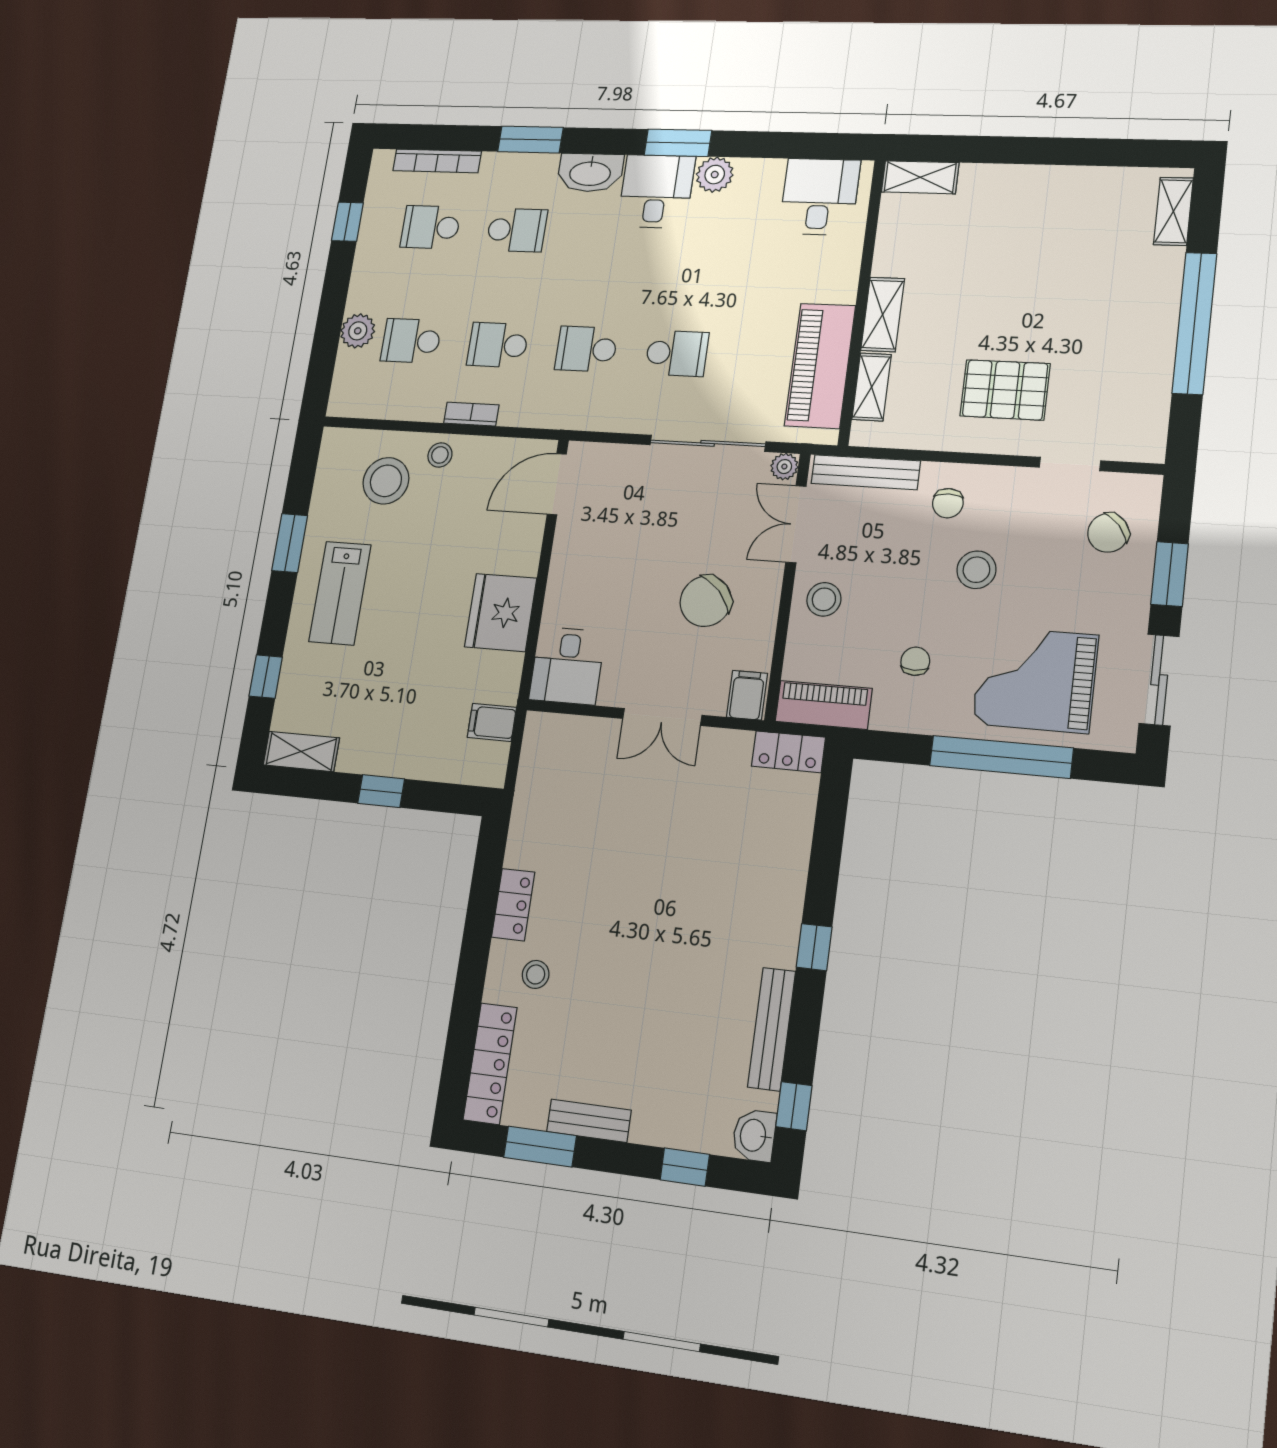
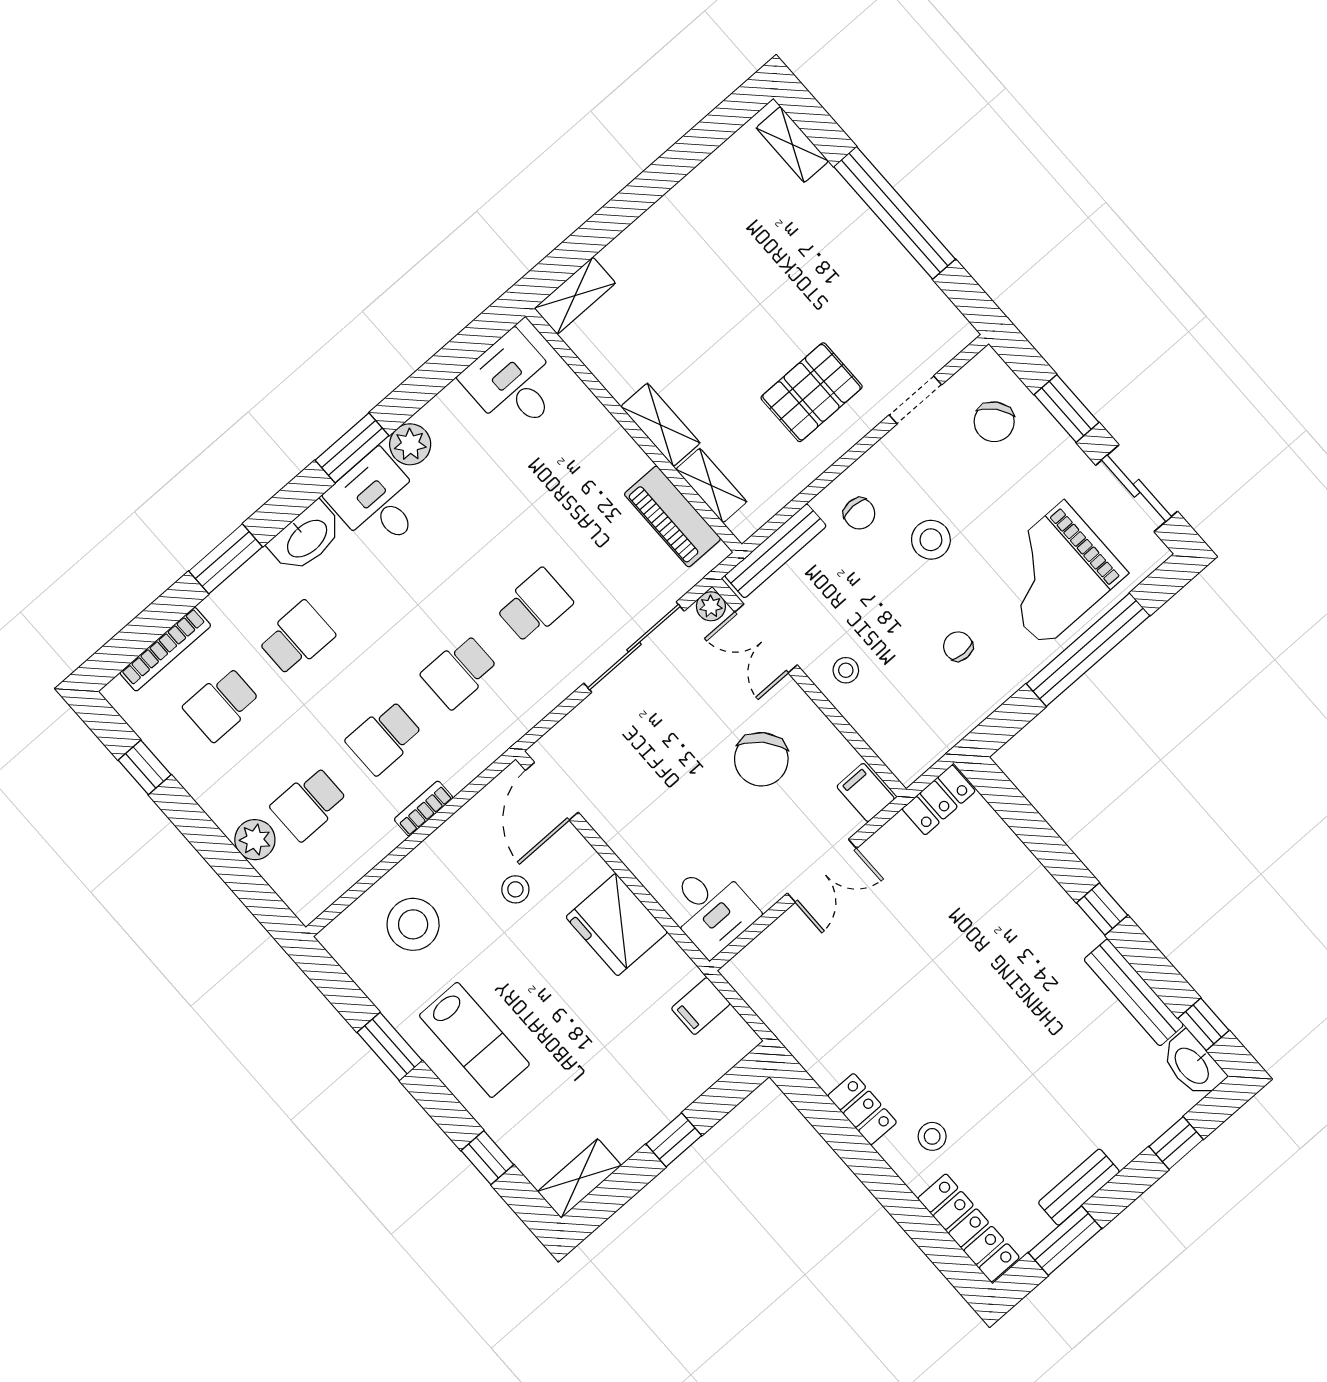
piano: (820, 366) -> (672, 516), width x0.73, depth x0.75
stool: (440, 455) -> (515, 889), moved
stool: (824, 599) -> (846, 670), width x0.73, depth x0.73
piano: (824, 705) -> (928, 743), removed
washbasin: (754, 1135) -> (1193, 1065), width x1.38

